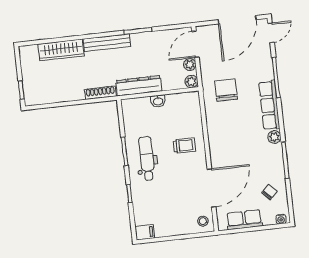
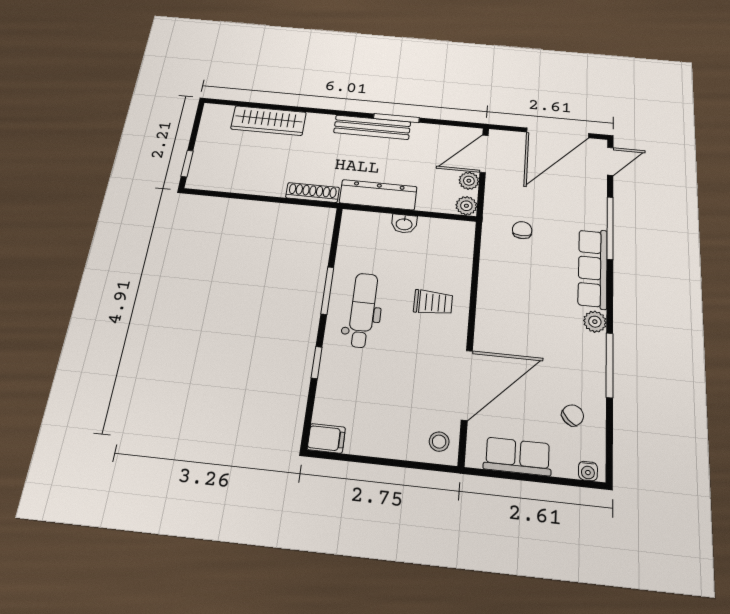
bench: (107, 43) -> (372, 127), moved
chair: (226, 90) -> (522, 230), width x0.54, depth x0.54

